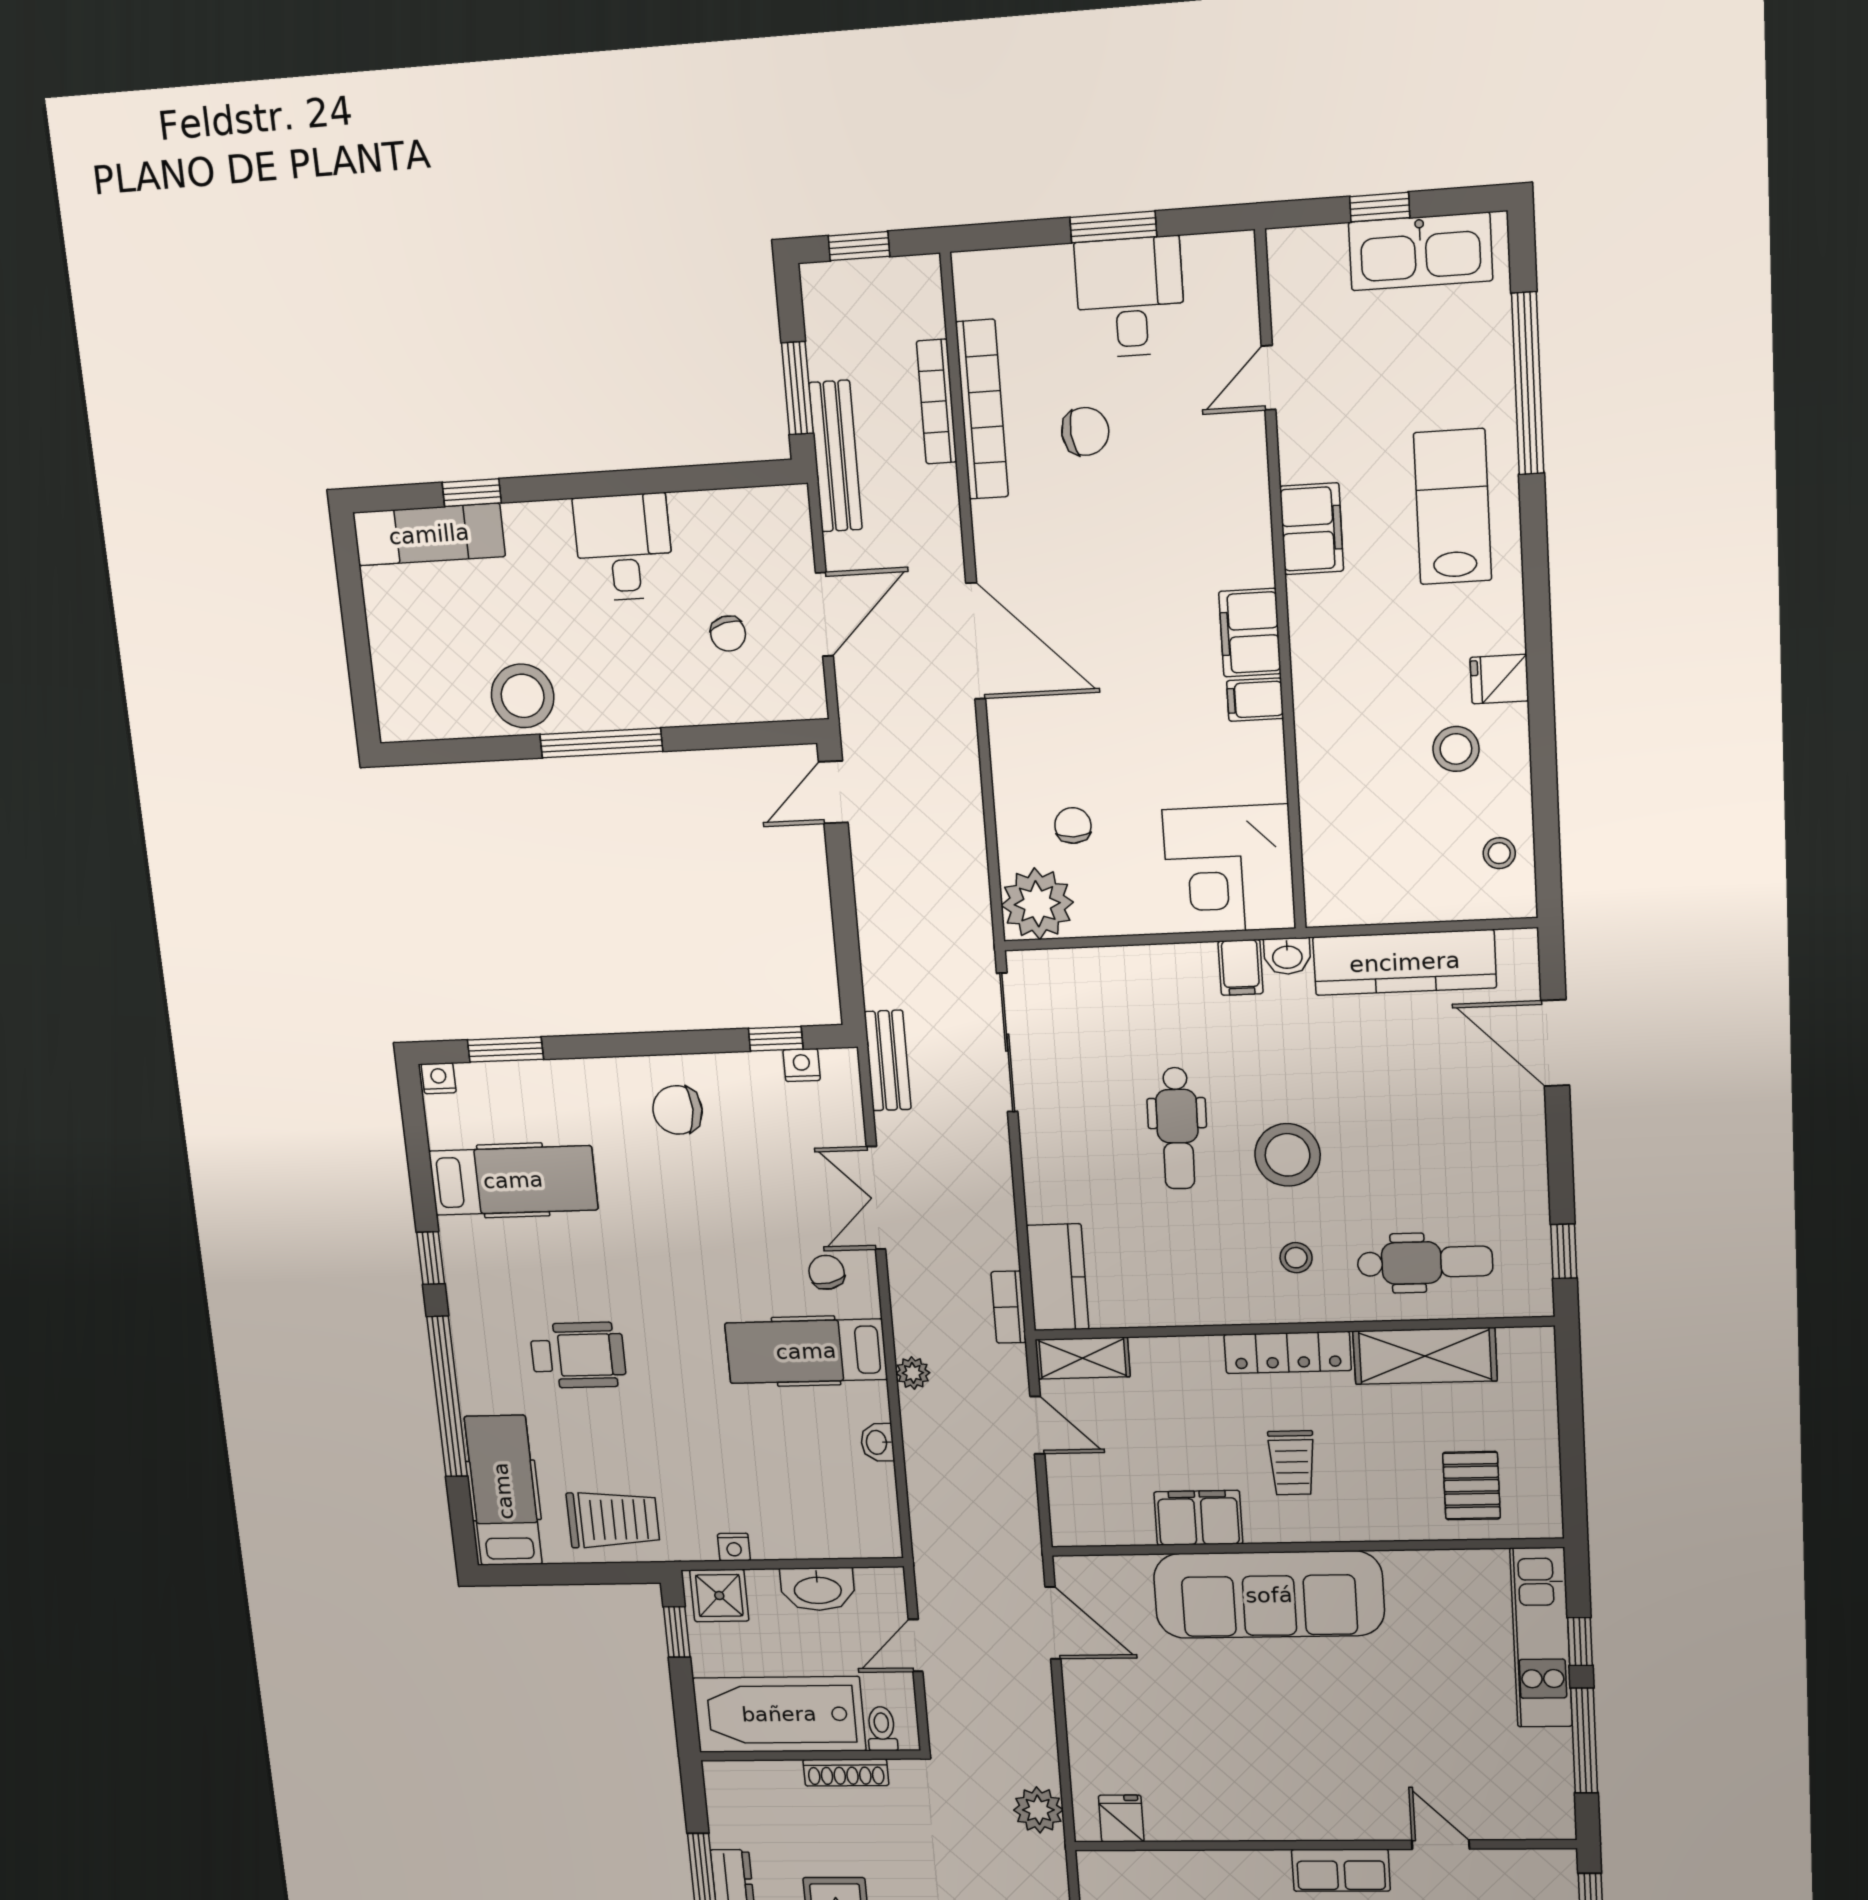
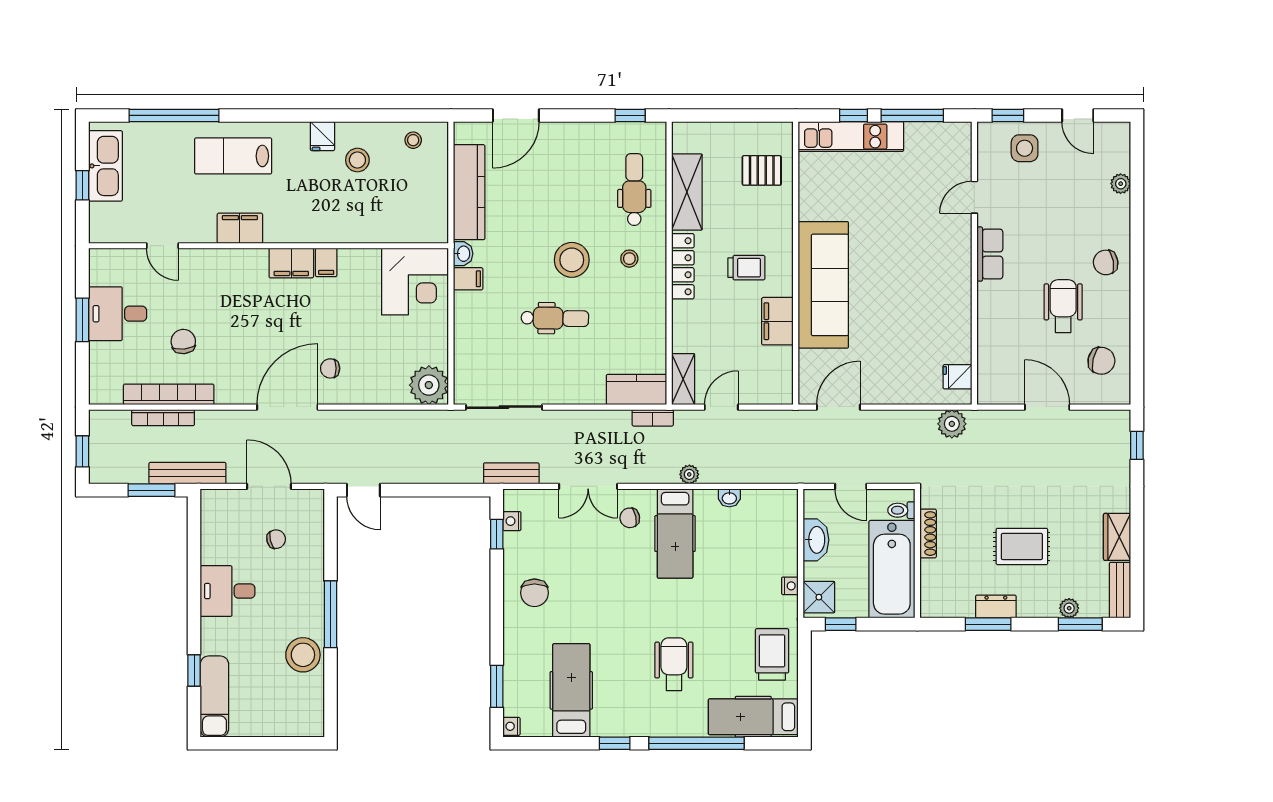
chair: (1073, 825) -> (330, 368), moved

